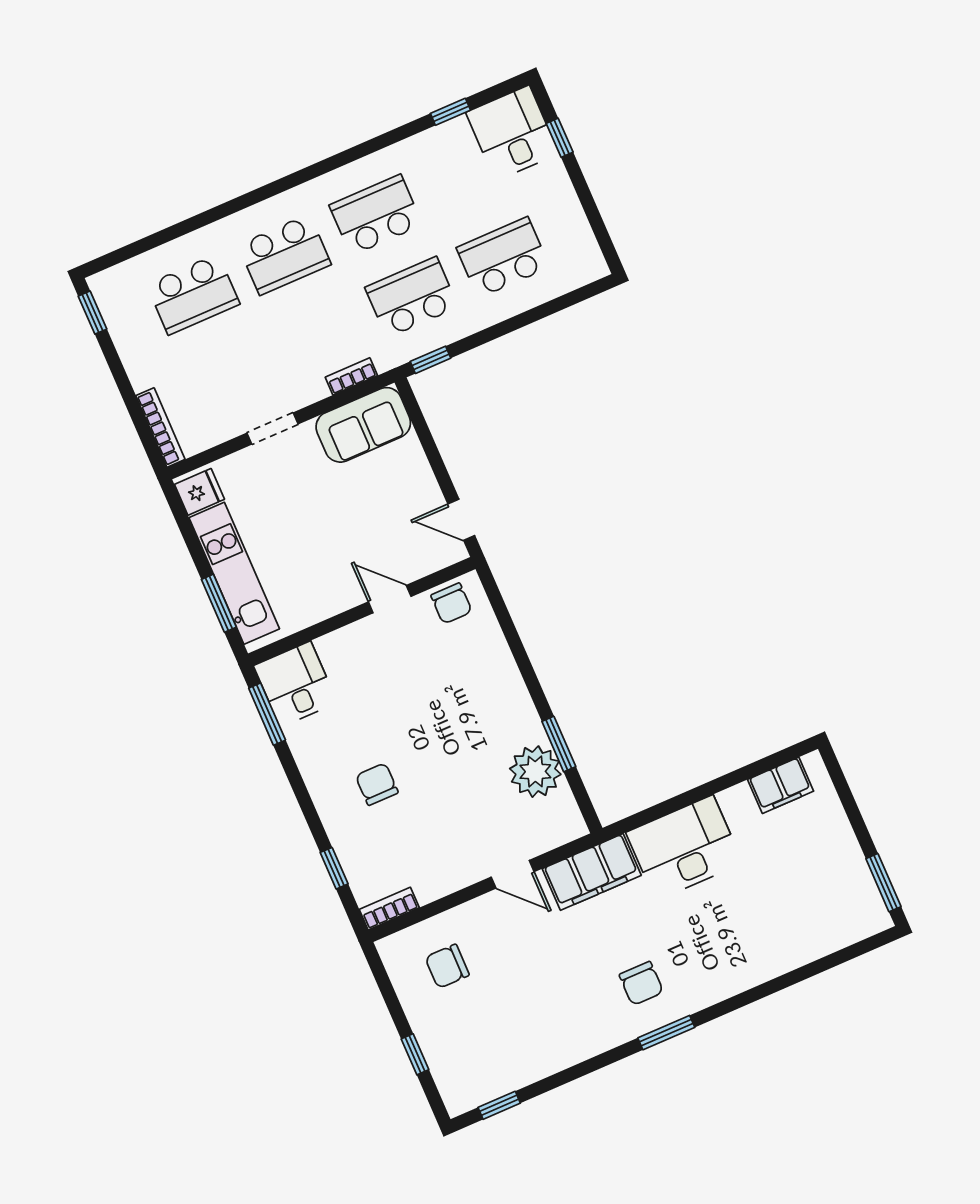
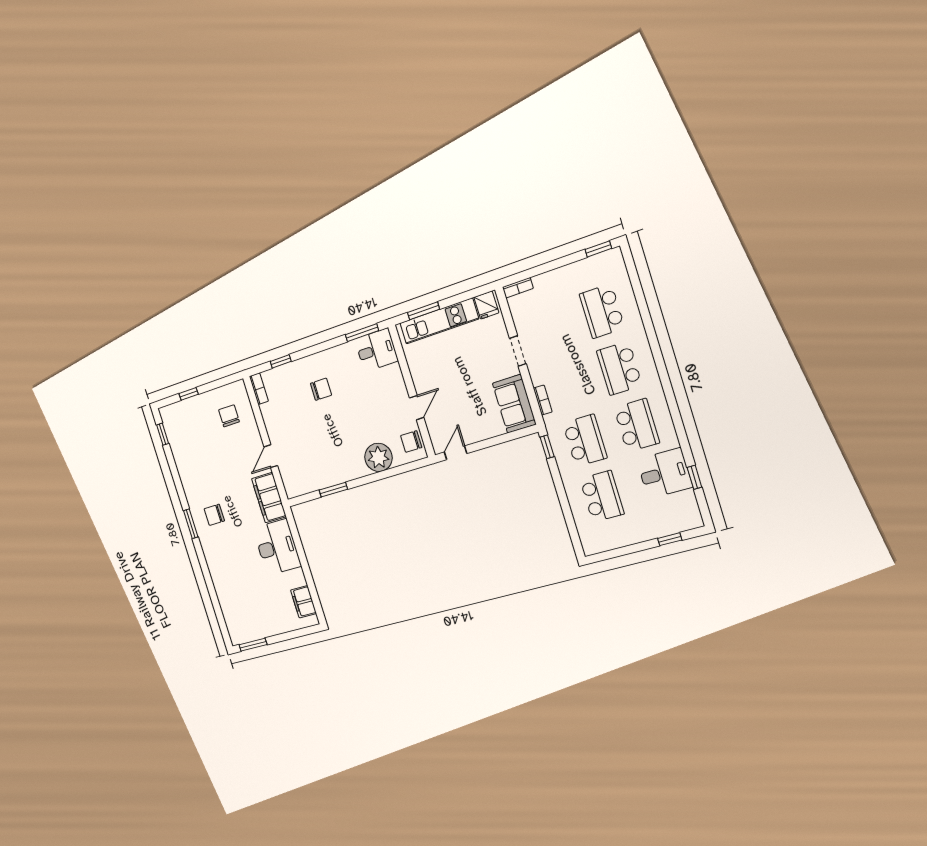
desk: (512, 133) -> (665, 473), moved
bookcase: (160, 427) -> (518, 288), width x0.64
plant: (535, 772) -> (378, 457), moved

